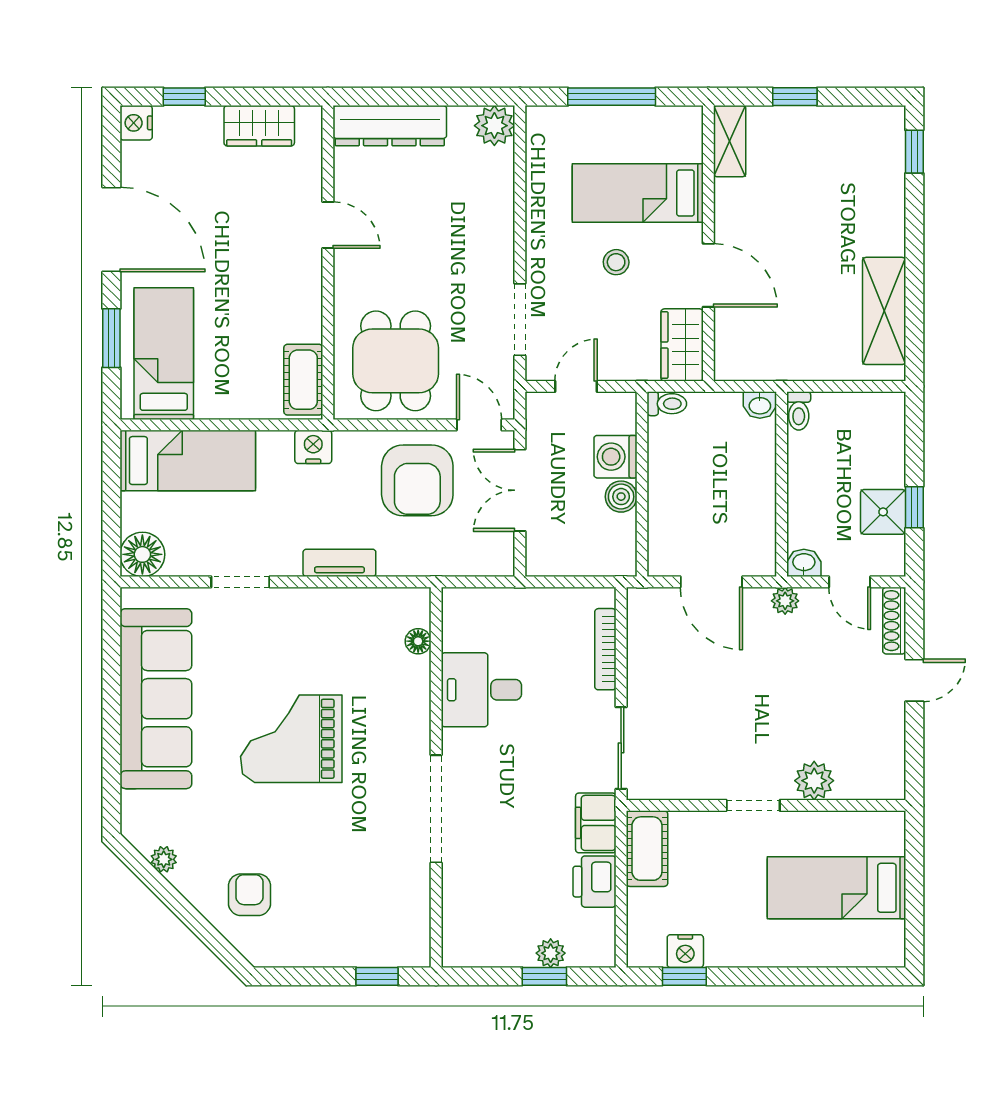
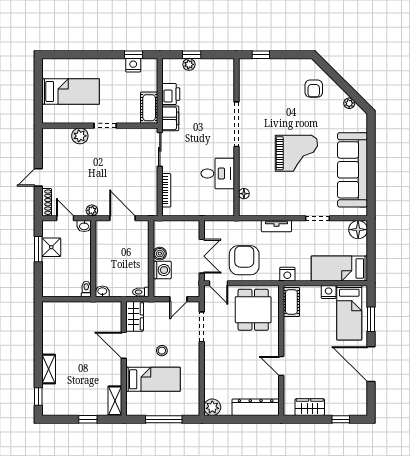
nightstand: (136, 123) -> (329, 292), moved, turned -90
shelving: (884, 311) -> (49, 369), moved, width x0.67, depth x0.75
window: (914, 507) -> (38, 249), width x1.50

